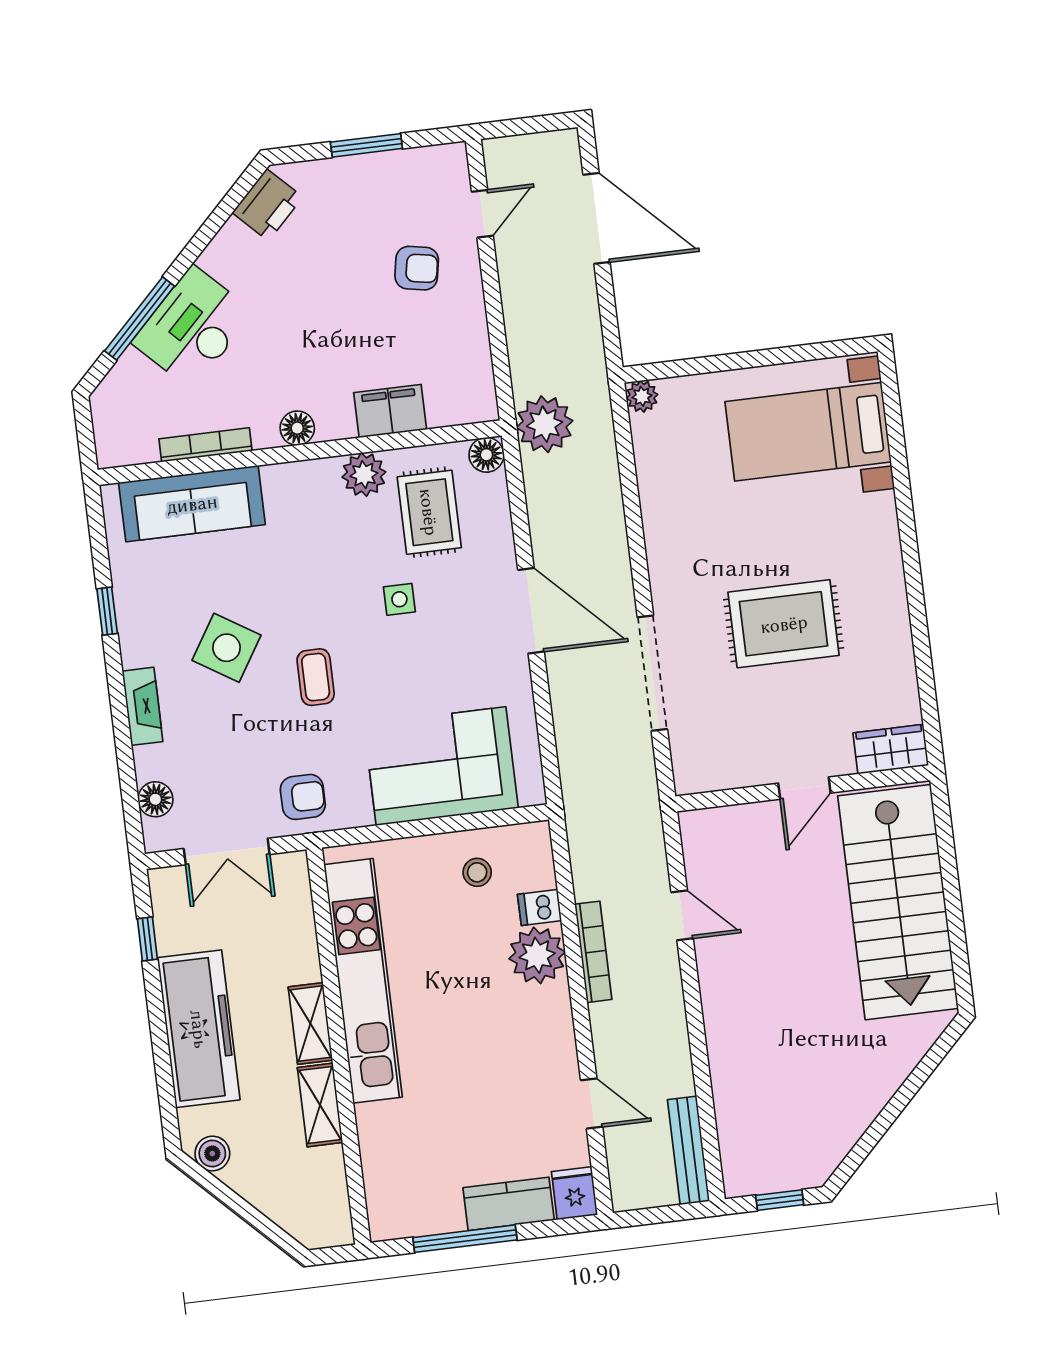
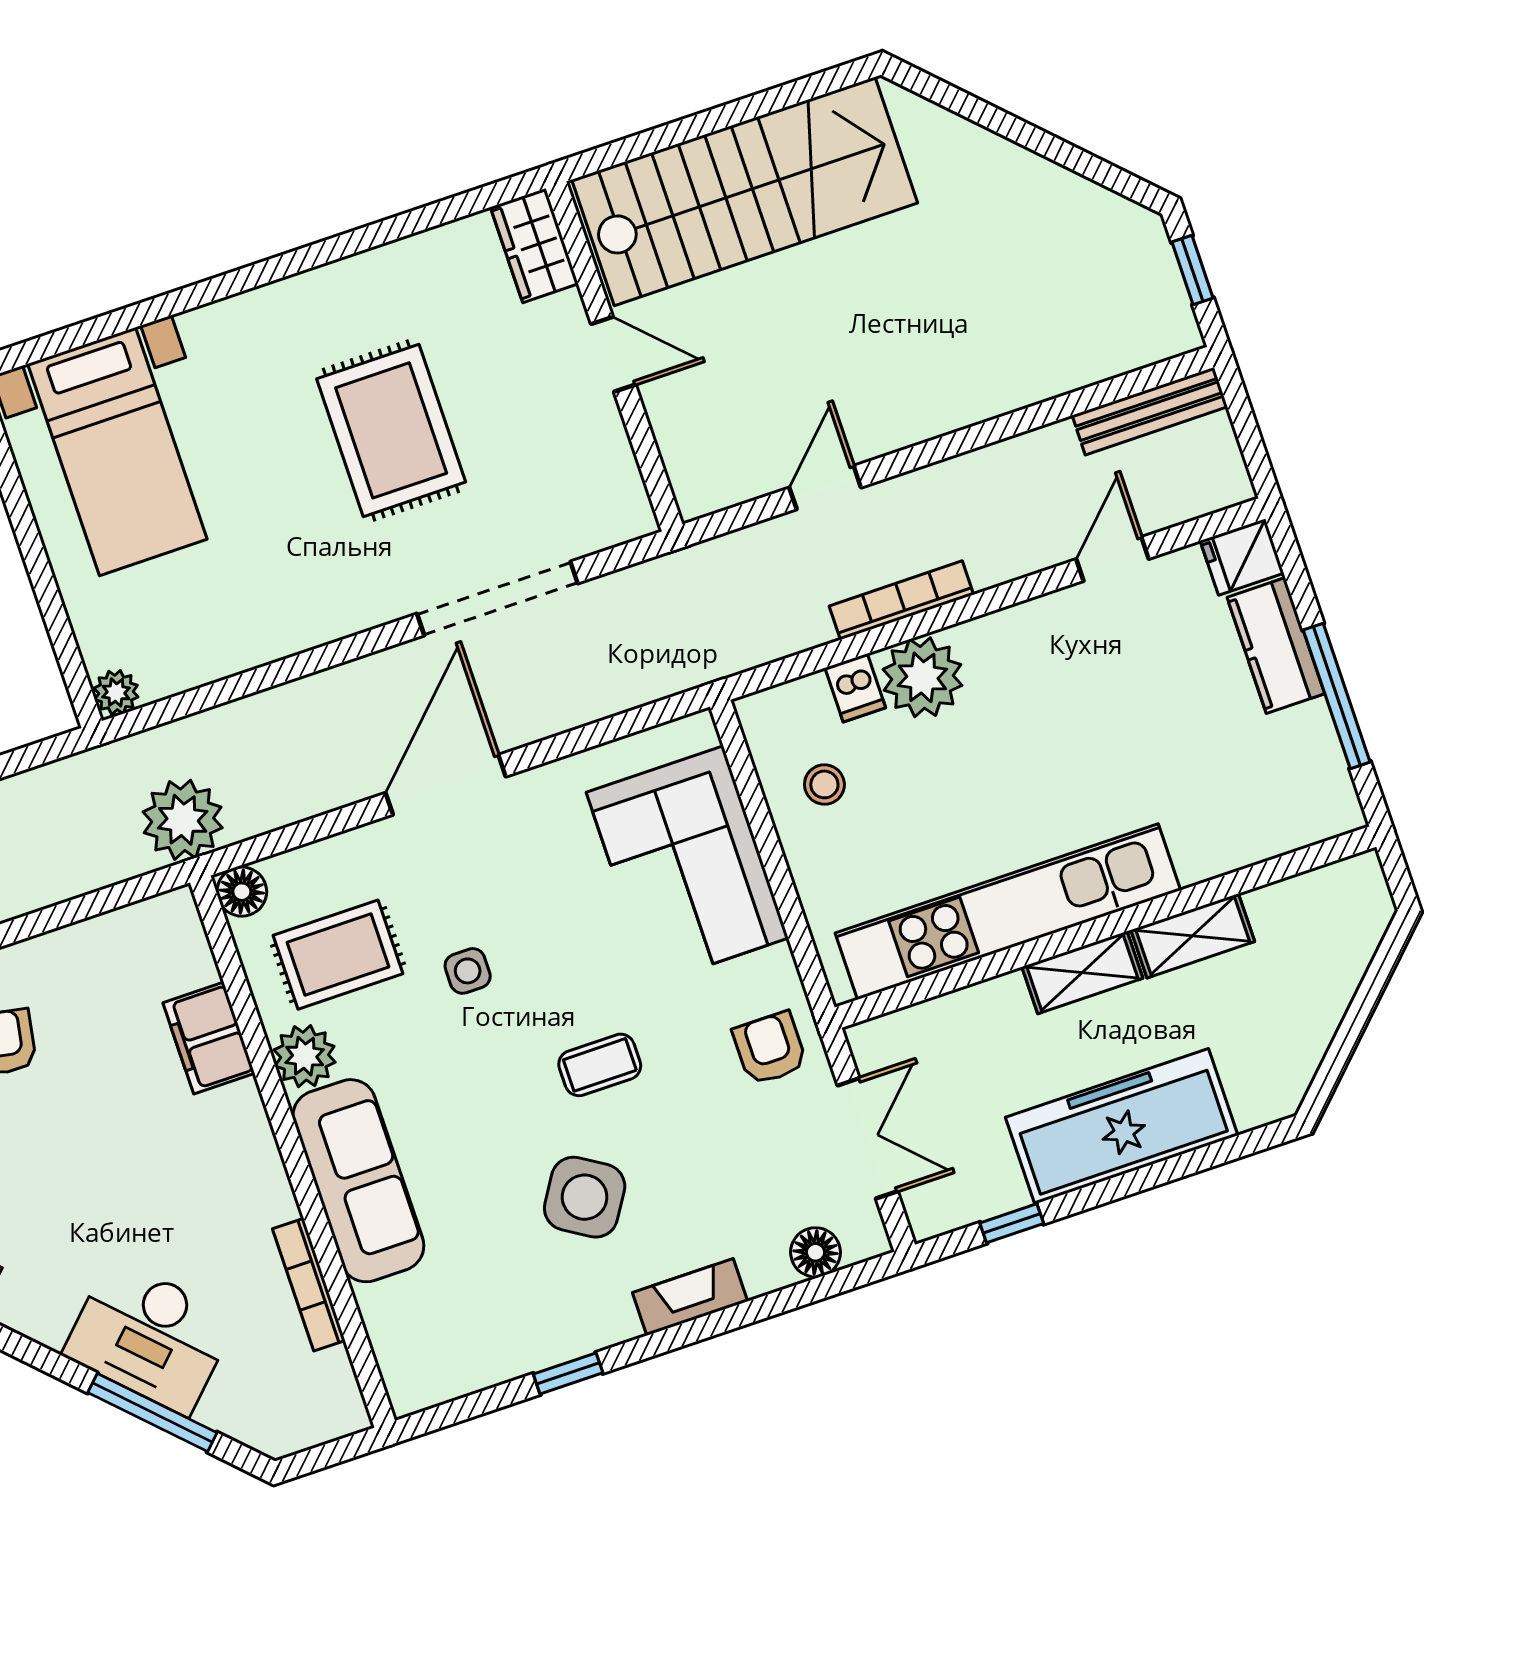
floor lamp: (297, 428) -> (259, 1162), removed
sofa: (192, 504) -> (358, 1181), moved
boiler: (212, 1154) -> (1291, 1071), removed

